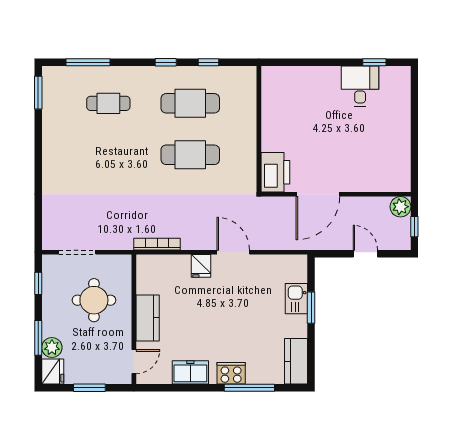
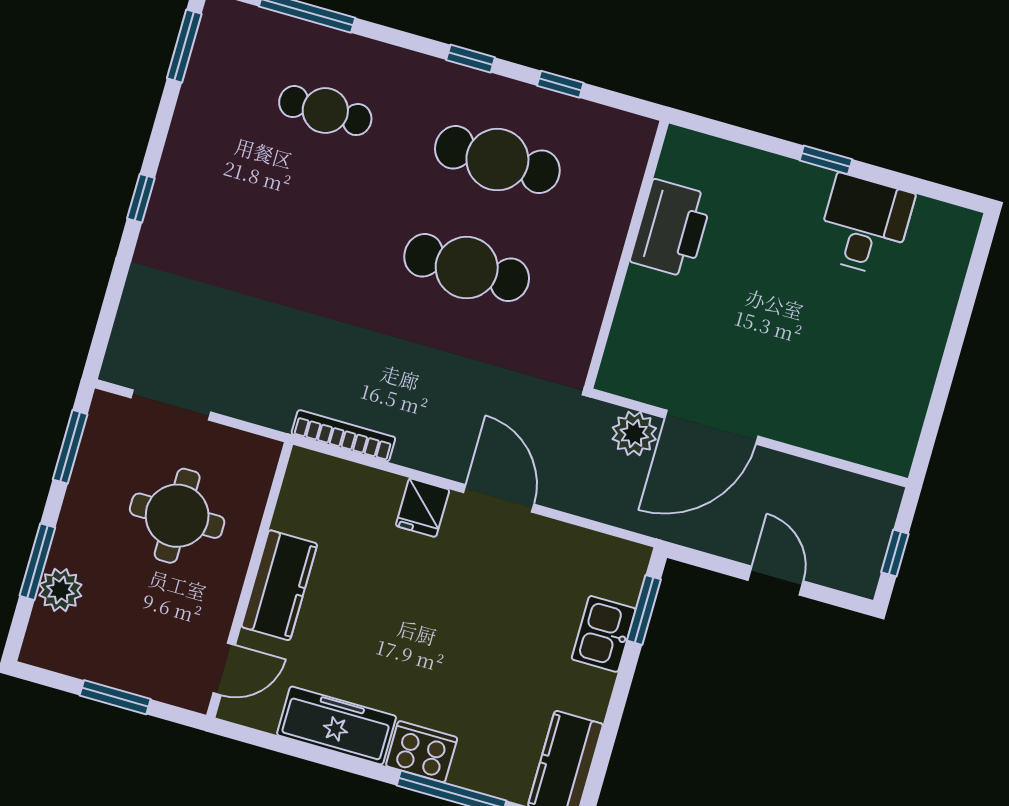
window: (374, 62) -> (826, 160), moved
window: (38, 165) -> (141, 198), added
printer: (275, 172) -> (671, 228), moved
plant: (400, 207) -> (634, 434), moved
window: (38, 283) -> (70, 447), width x1.50
window: (311, 308) -> (644, 610), moved
fridge: (53, 372) -> (48, 641), removed
freezer: (190, 372) -> (337, 725), width x1.40

